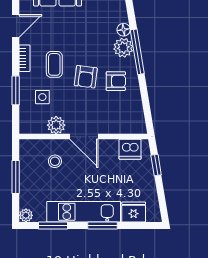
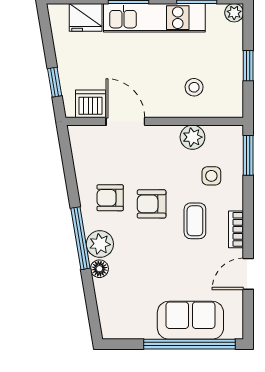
armchair: (86, 77) -> (152, 204), turned -97
window: (16, 90) -> (248, 155), moved
door: (84, 137) -> (125, 121), moved
window: (16, 177) -> (248, 66), width x0.67

